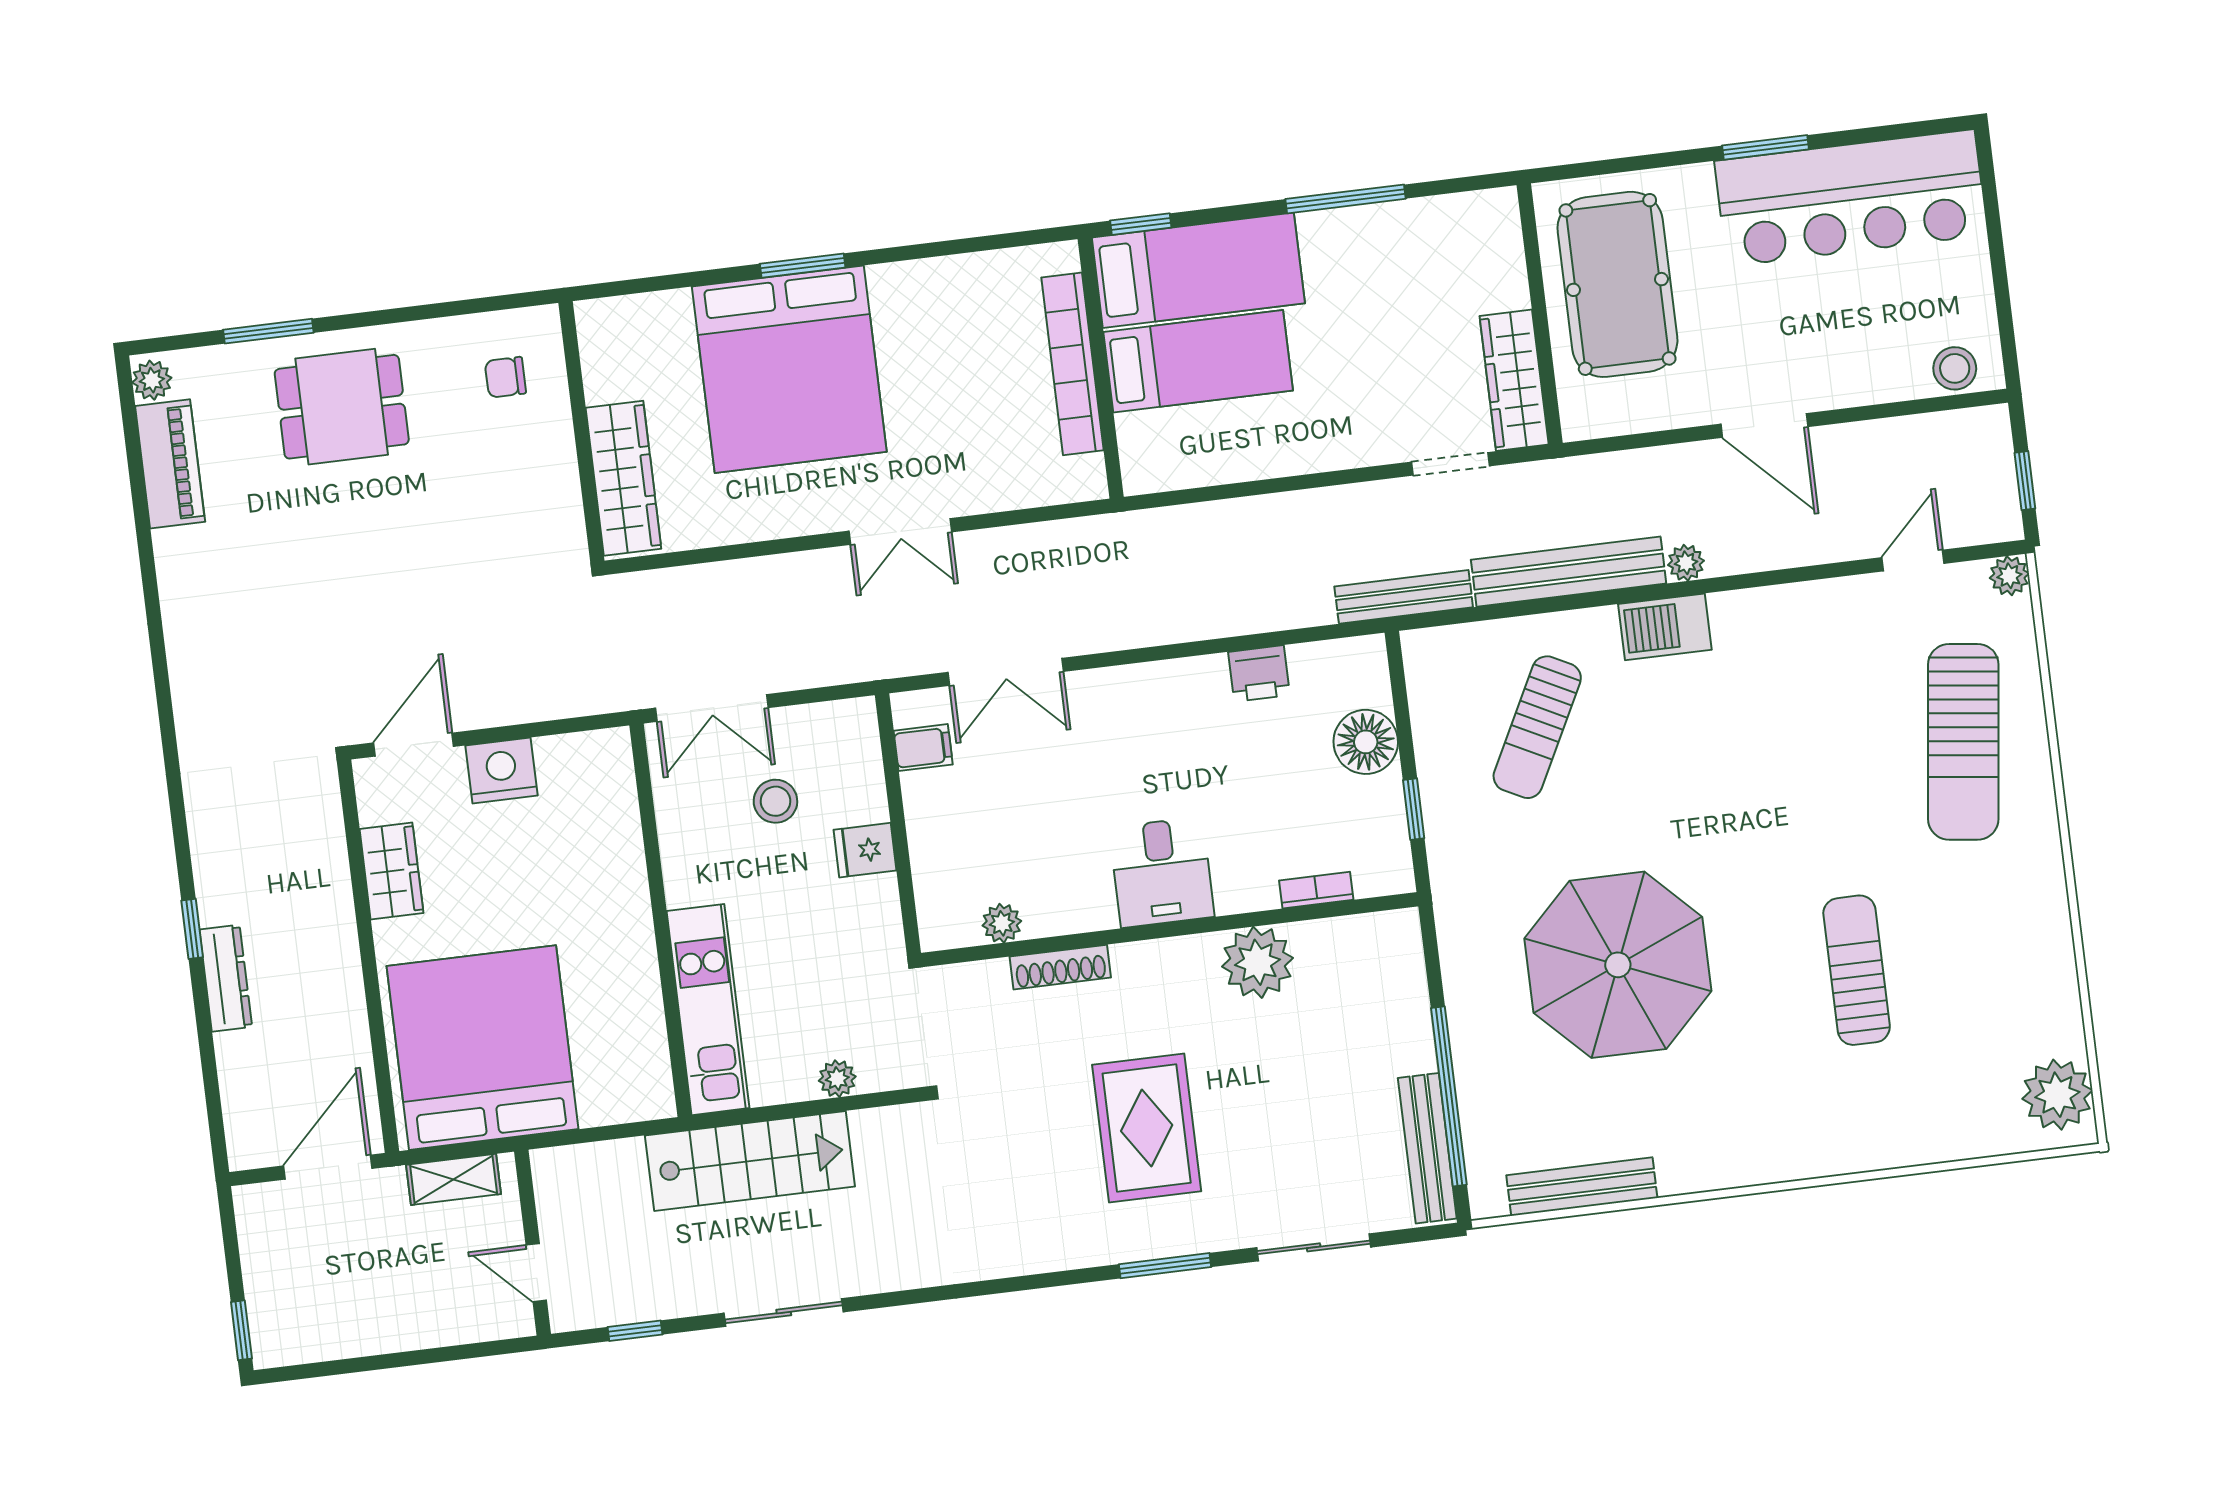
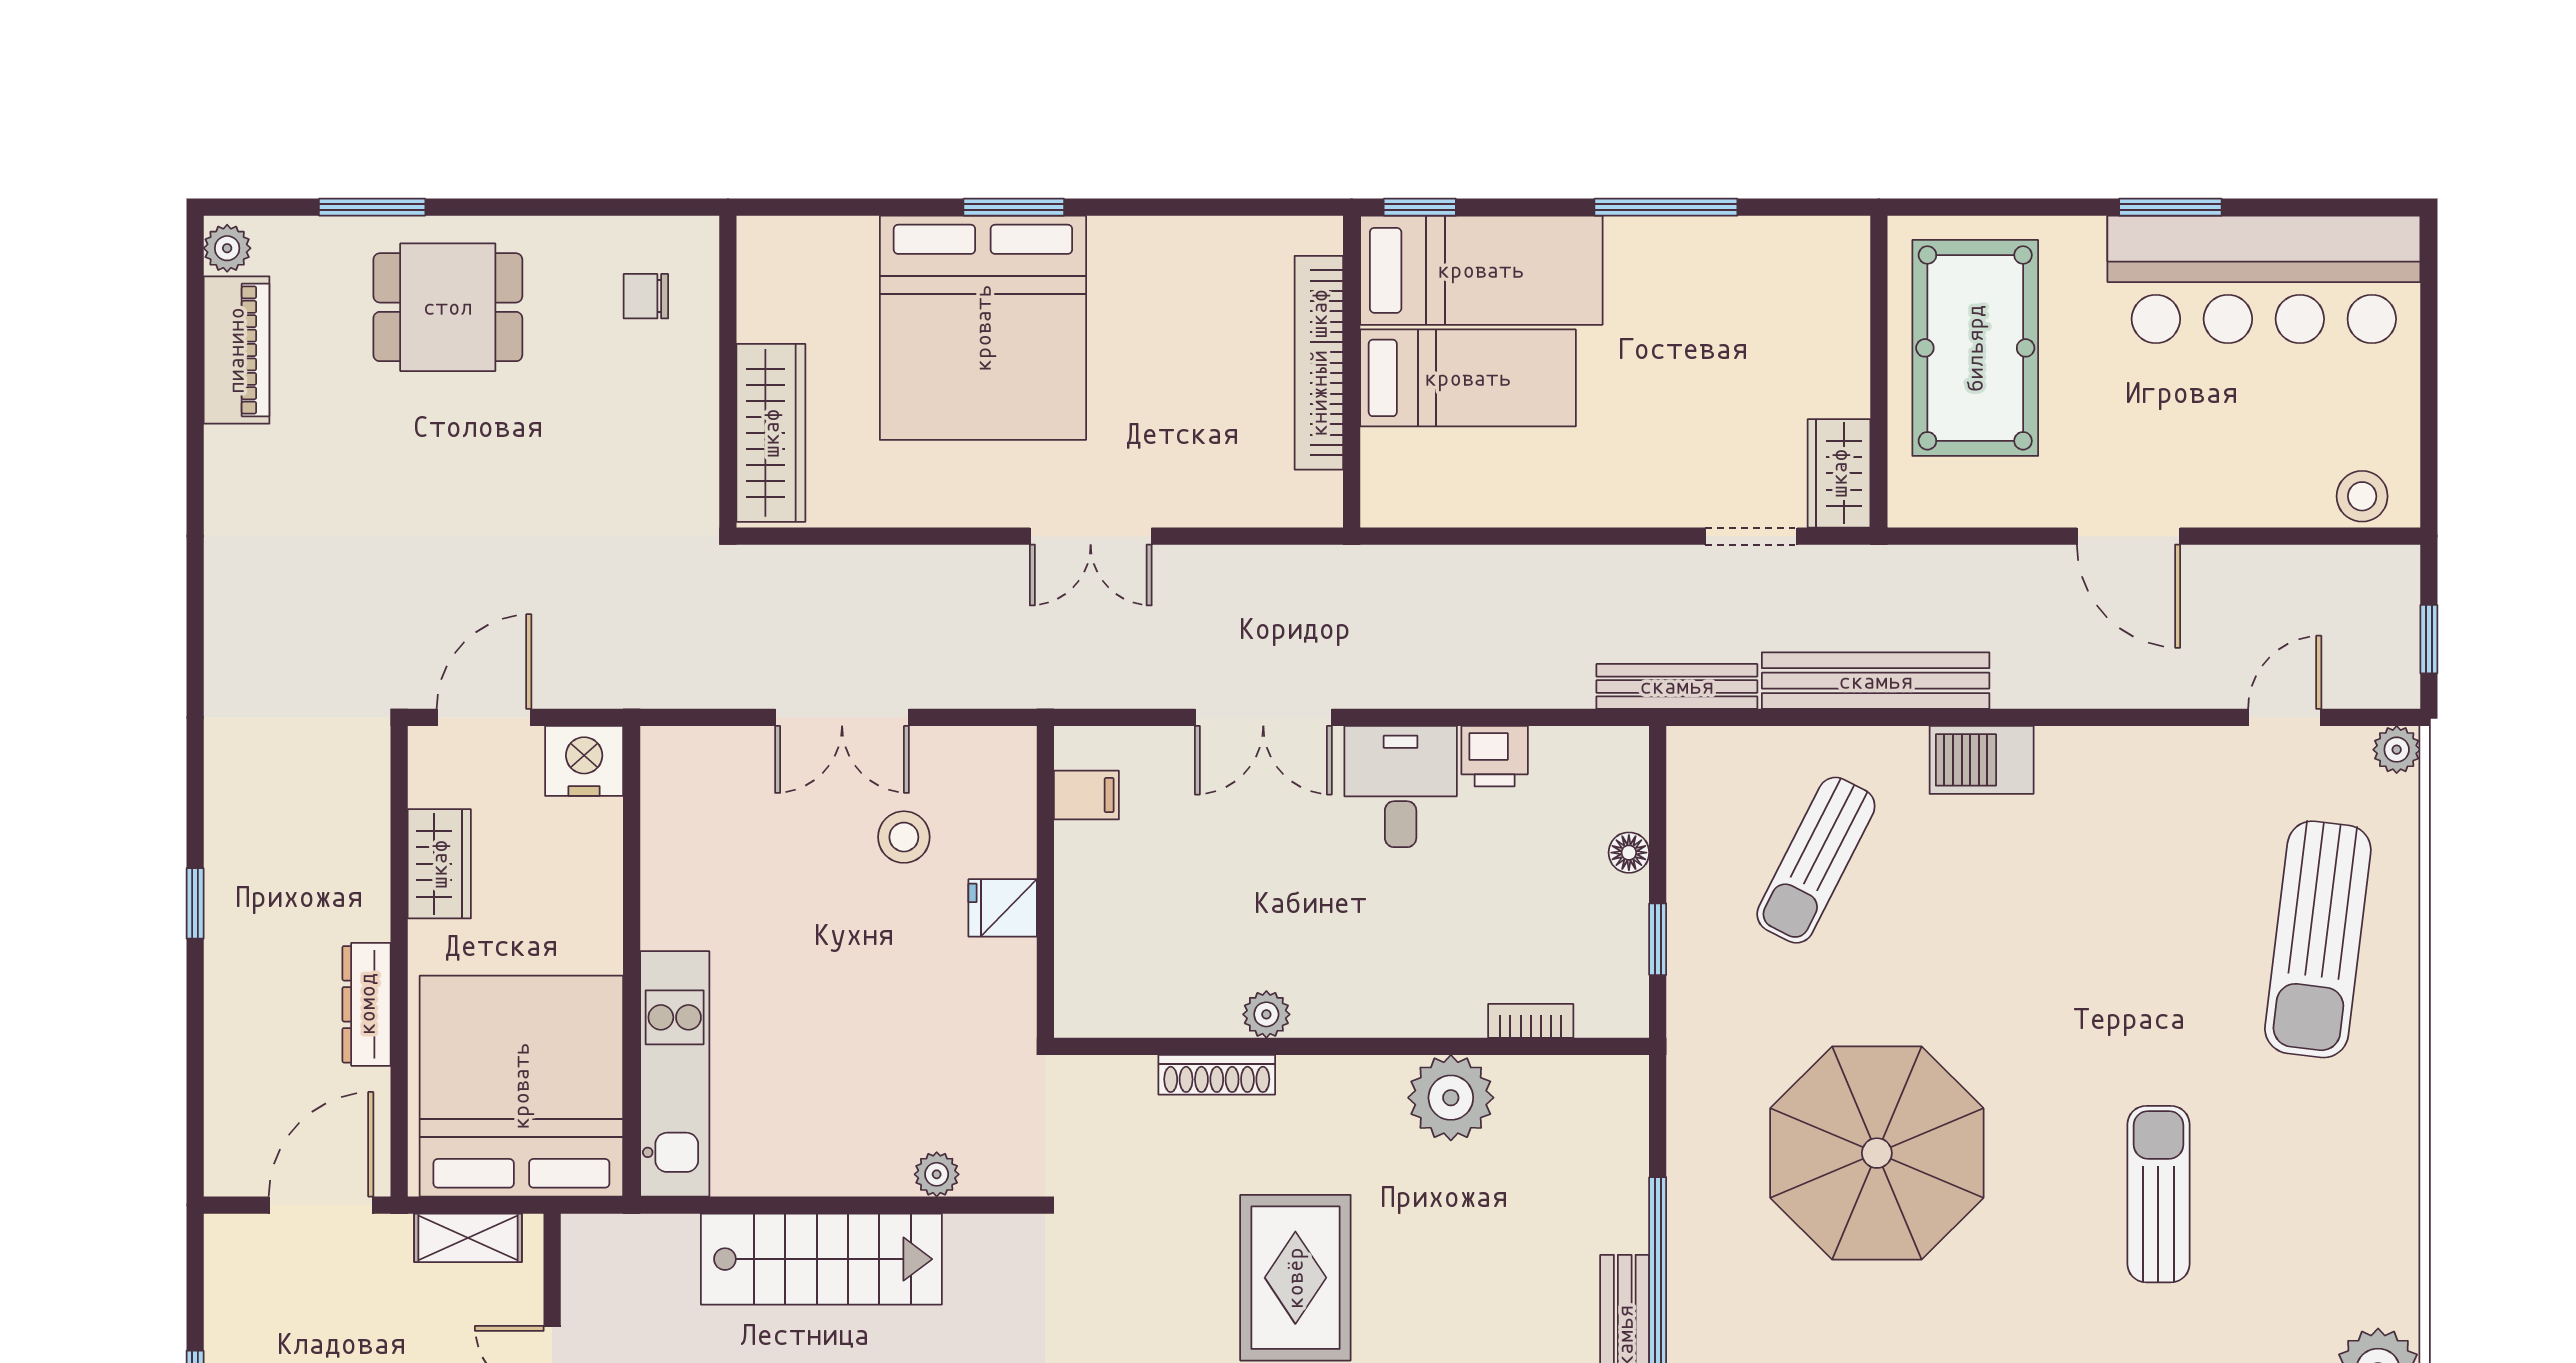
wardrobe: (1514, 380) -> (1839, 473), width x0.67
plant: (1686, 563) -> (2016, 687), removed
double door: (1006, 672) -> (1263, 717), moved
floor lamp: (1366, 742) -> (1629, 853), width x0.53, depth x0.53
desk: (1162, 872) -> (1401, 787), moved, turned 180
wall: (661, 920) -> (632, 961), moved
plant: (1002, 923) -> (1266, 1014), moved
dresser: (226, 978) -> (367, 1004), moved, turned 180
kitchen unit: (708, 1010) -> (675, 1074), moved

